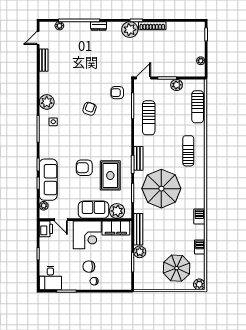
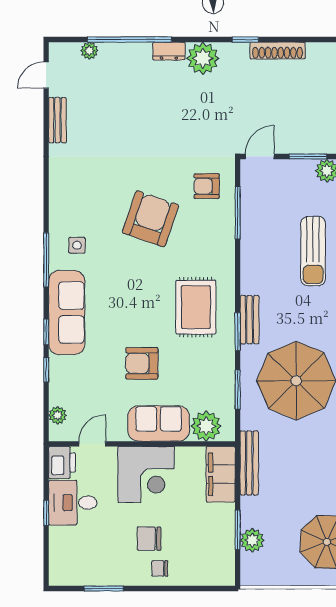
plant: (130, 30) -> (203, 58), moved
plant: (47, 102) -> (64, 205), removed
armchair: (90, 109) -> (151, 219), width x1.88, depth x1.88
sun lounger: (149, 118) -> (313, 251), moved
armchair: (84, 168) -> (142, 363), moved
rug: (110, 175) -> (196, 307), moved
sofa: (48, 180) -> (67, 313), moved
door: (61, 220) -> (92, 444), swing flipped
filing cabinet: (116, 228) -> (221, 474), moved, turned 90
plant: (140, 252) -> (252, 540), moved
desk: (50, 278) -> (73, 503), moved, turned 90

